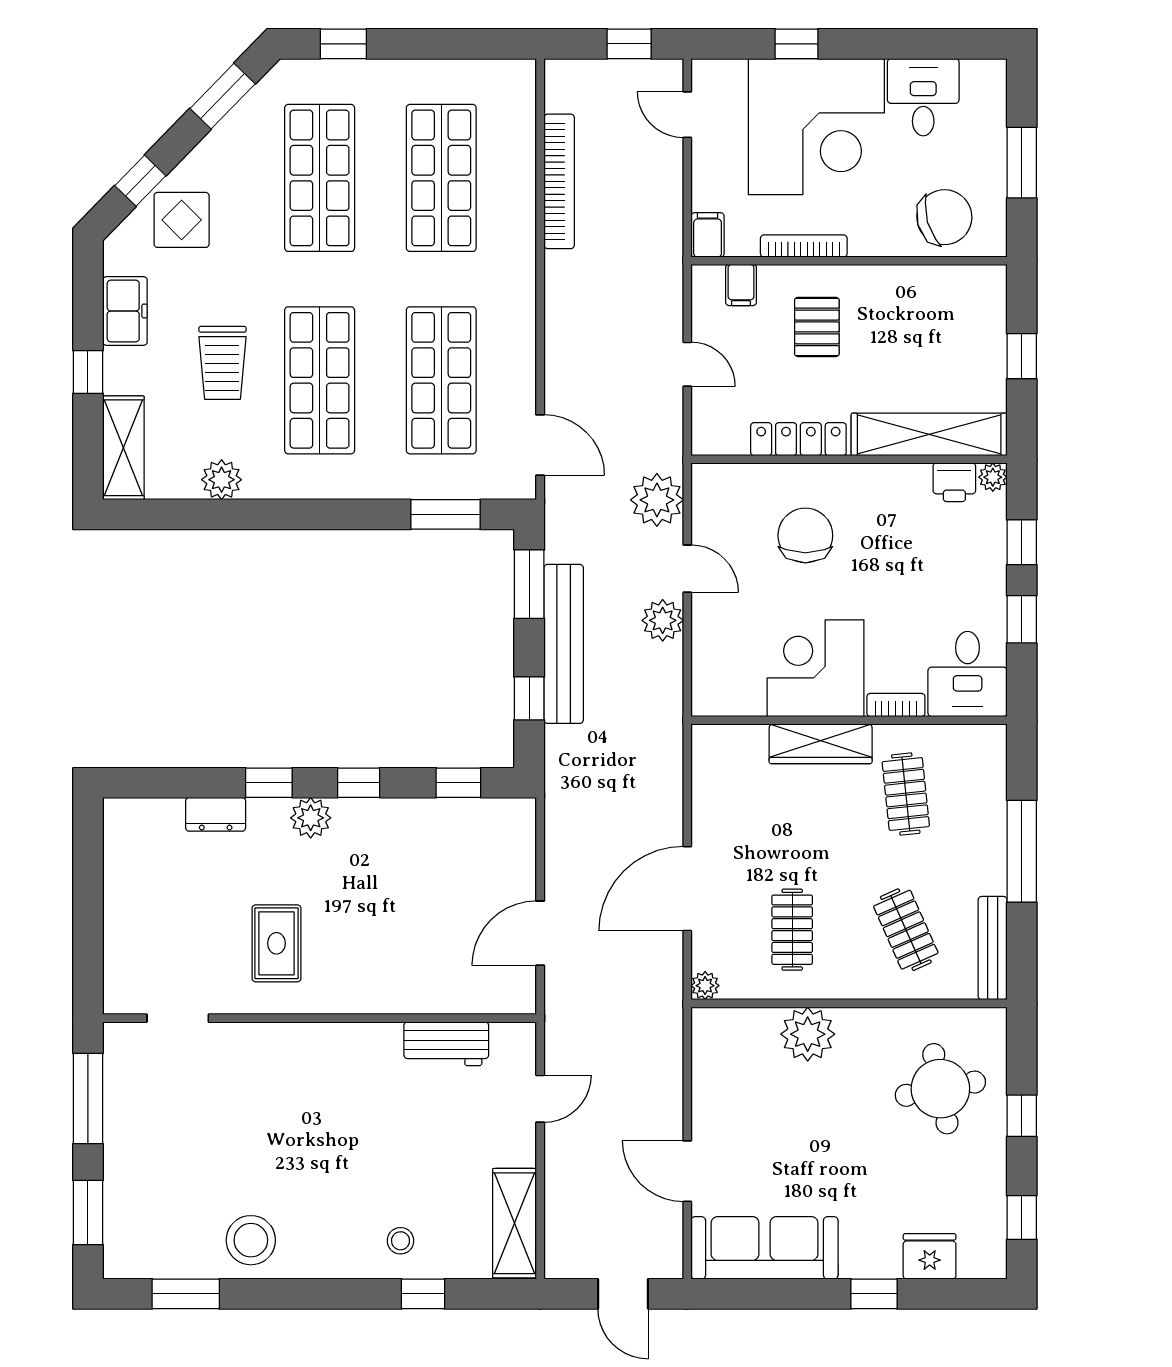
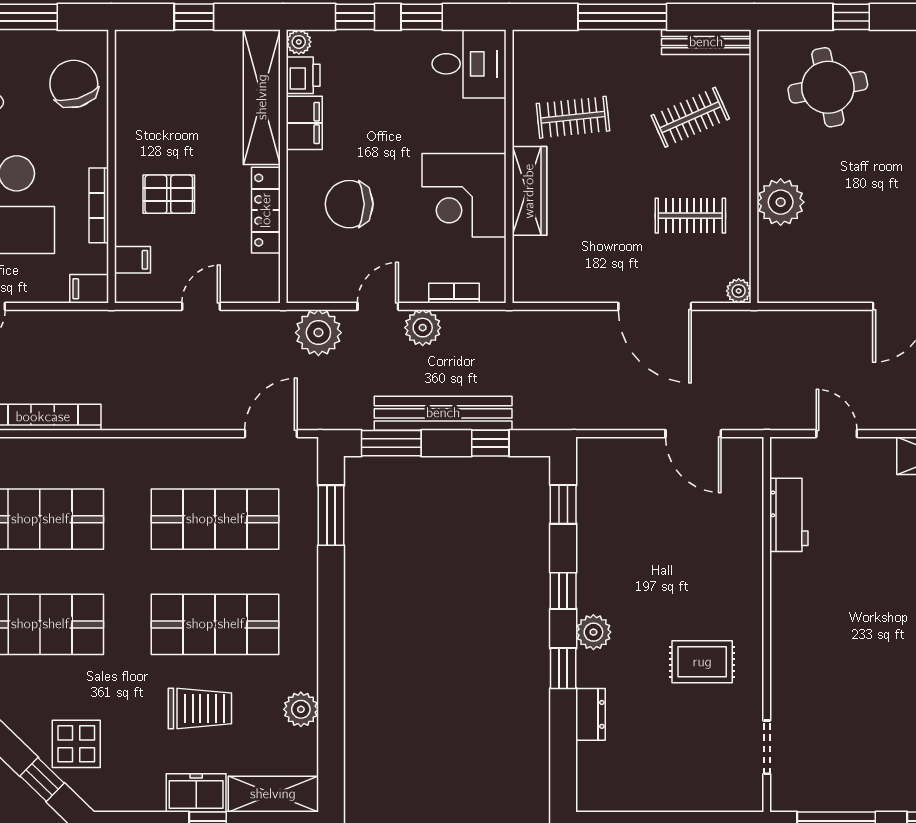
freezer: (125, 311) -> (196, 793), moved
filing cabinet: (899, 484) -> (304, 123), added
bookcase: (896, 705) -> (454, 293), moved, turned 90

